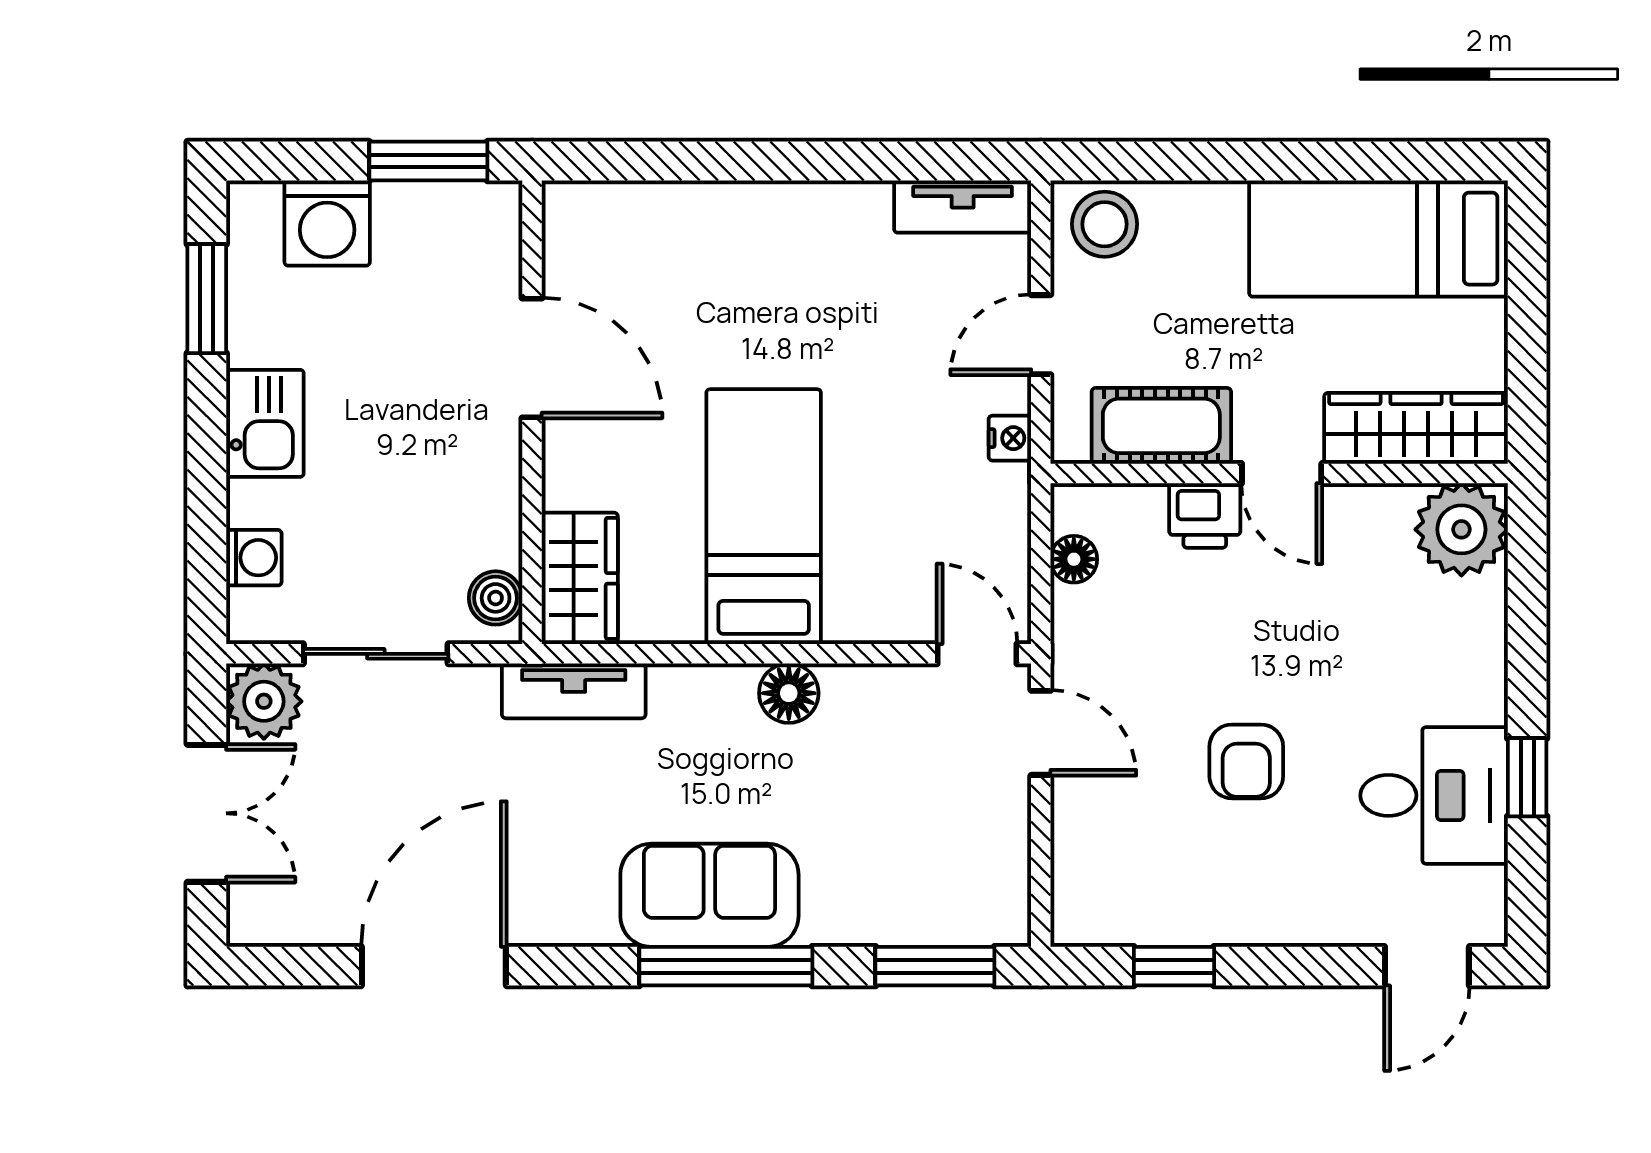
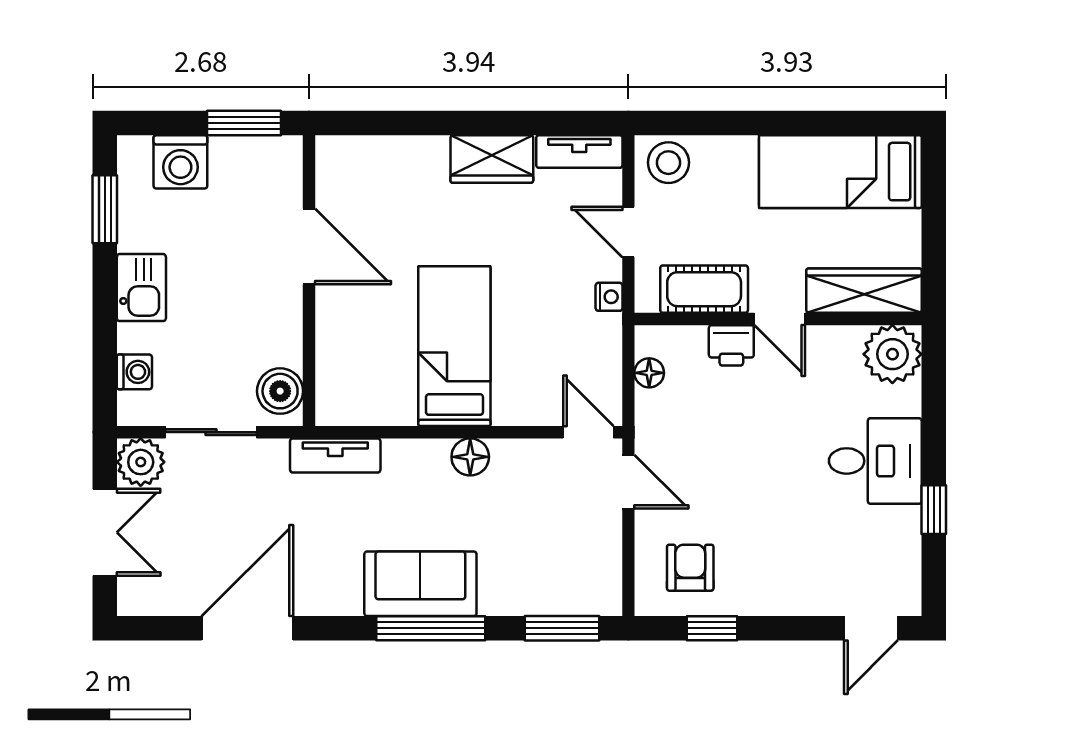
door: (1041, 335) -> (628, 232), hinge flipped
wardrobe: (580, 578) -> (492, 159), moved, turned 90
boiler: (496, 598) -> (280, 391), width x1.36, depth x1.36
armchair: (1246, 761) -> (690, 568), moved, turned 180
desk: (1434, 795) -> (875, 461), moved

